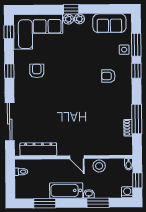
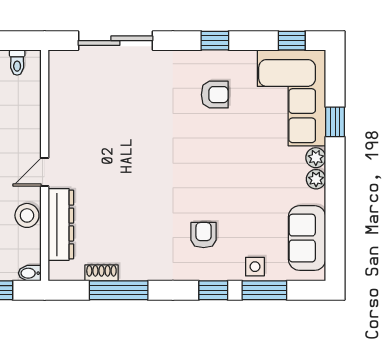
window: (71, 9) -> (335, 122), moved
dresser: (38, 149) -> (61, 225), moved

